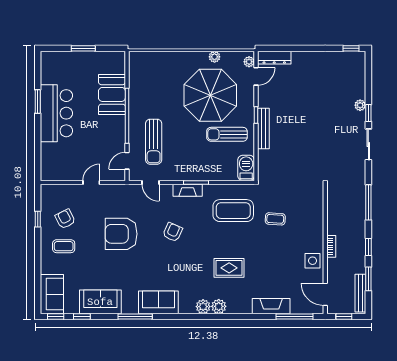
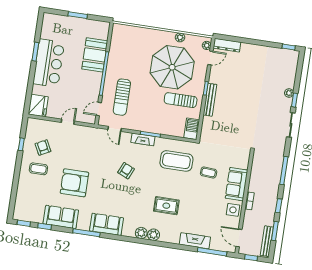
fridge: (51, 168) -> (38, 106), added
armchair: (121, 234) -> (74, 183), moved
sofa: (52, 294) -> (237, 184), moved, turned 180

